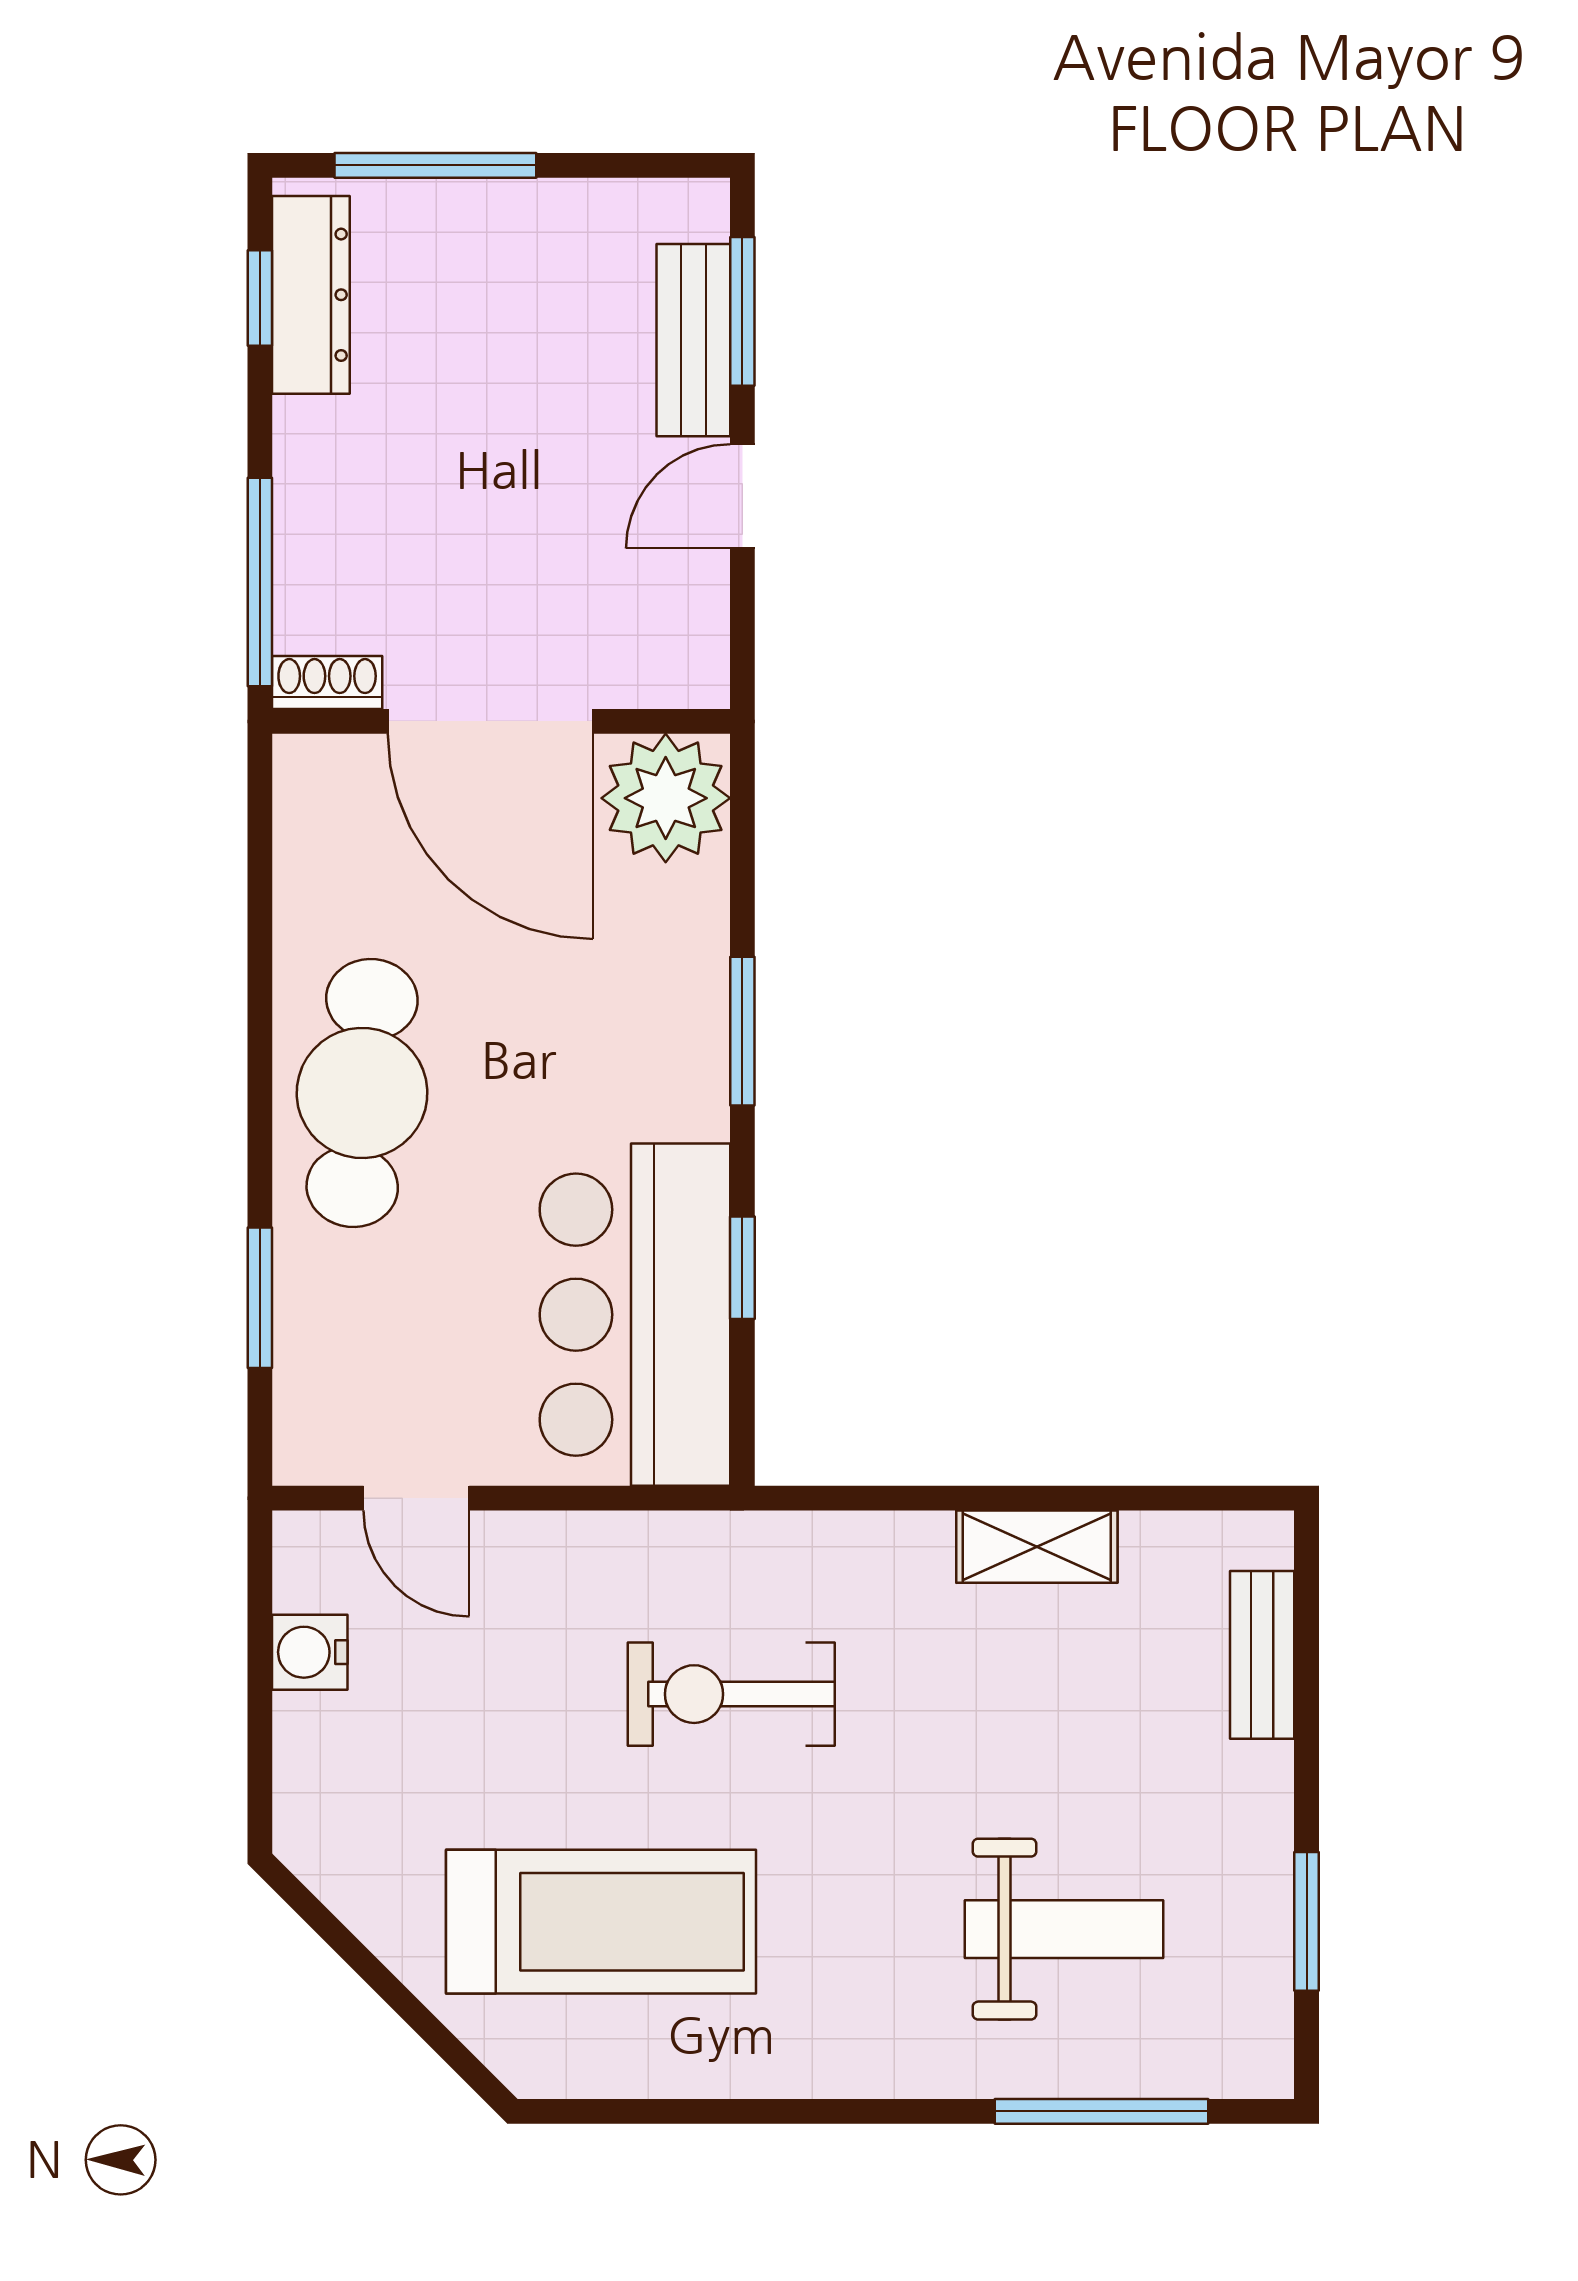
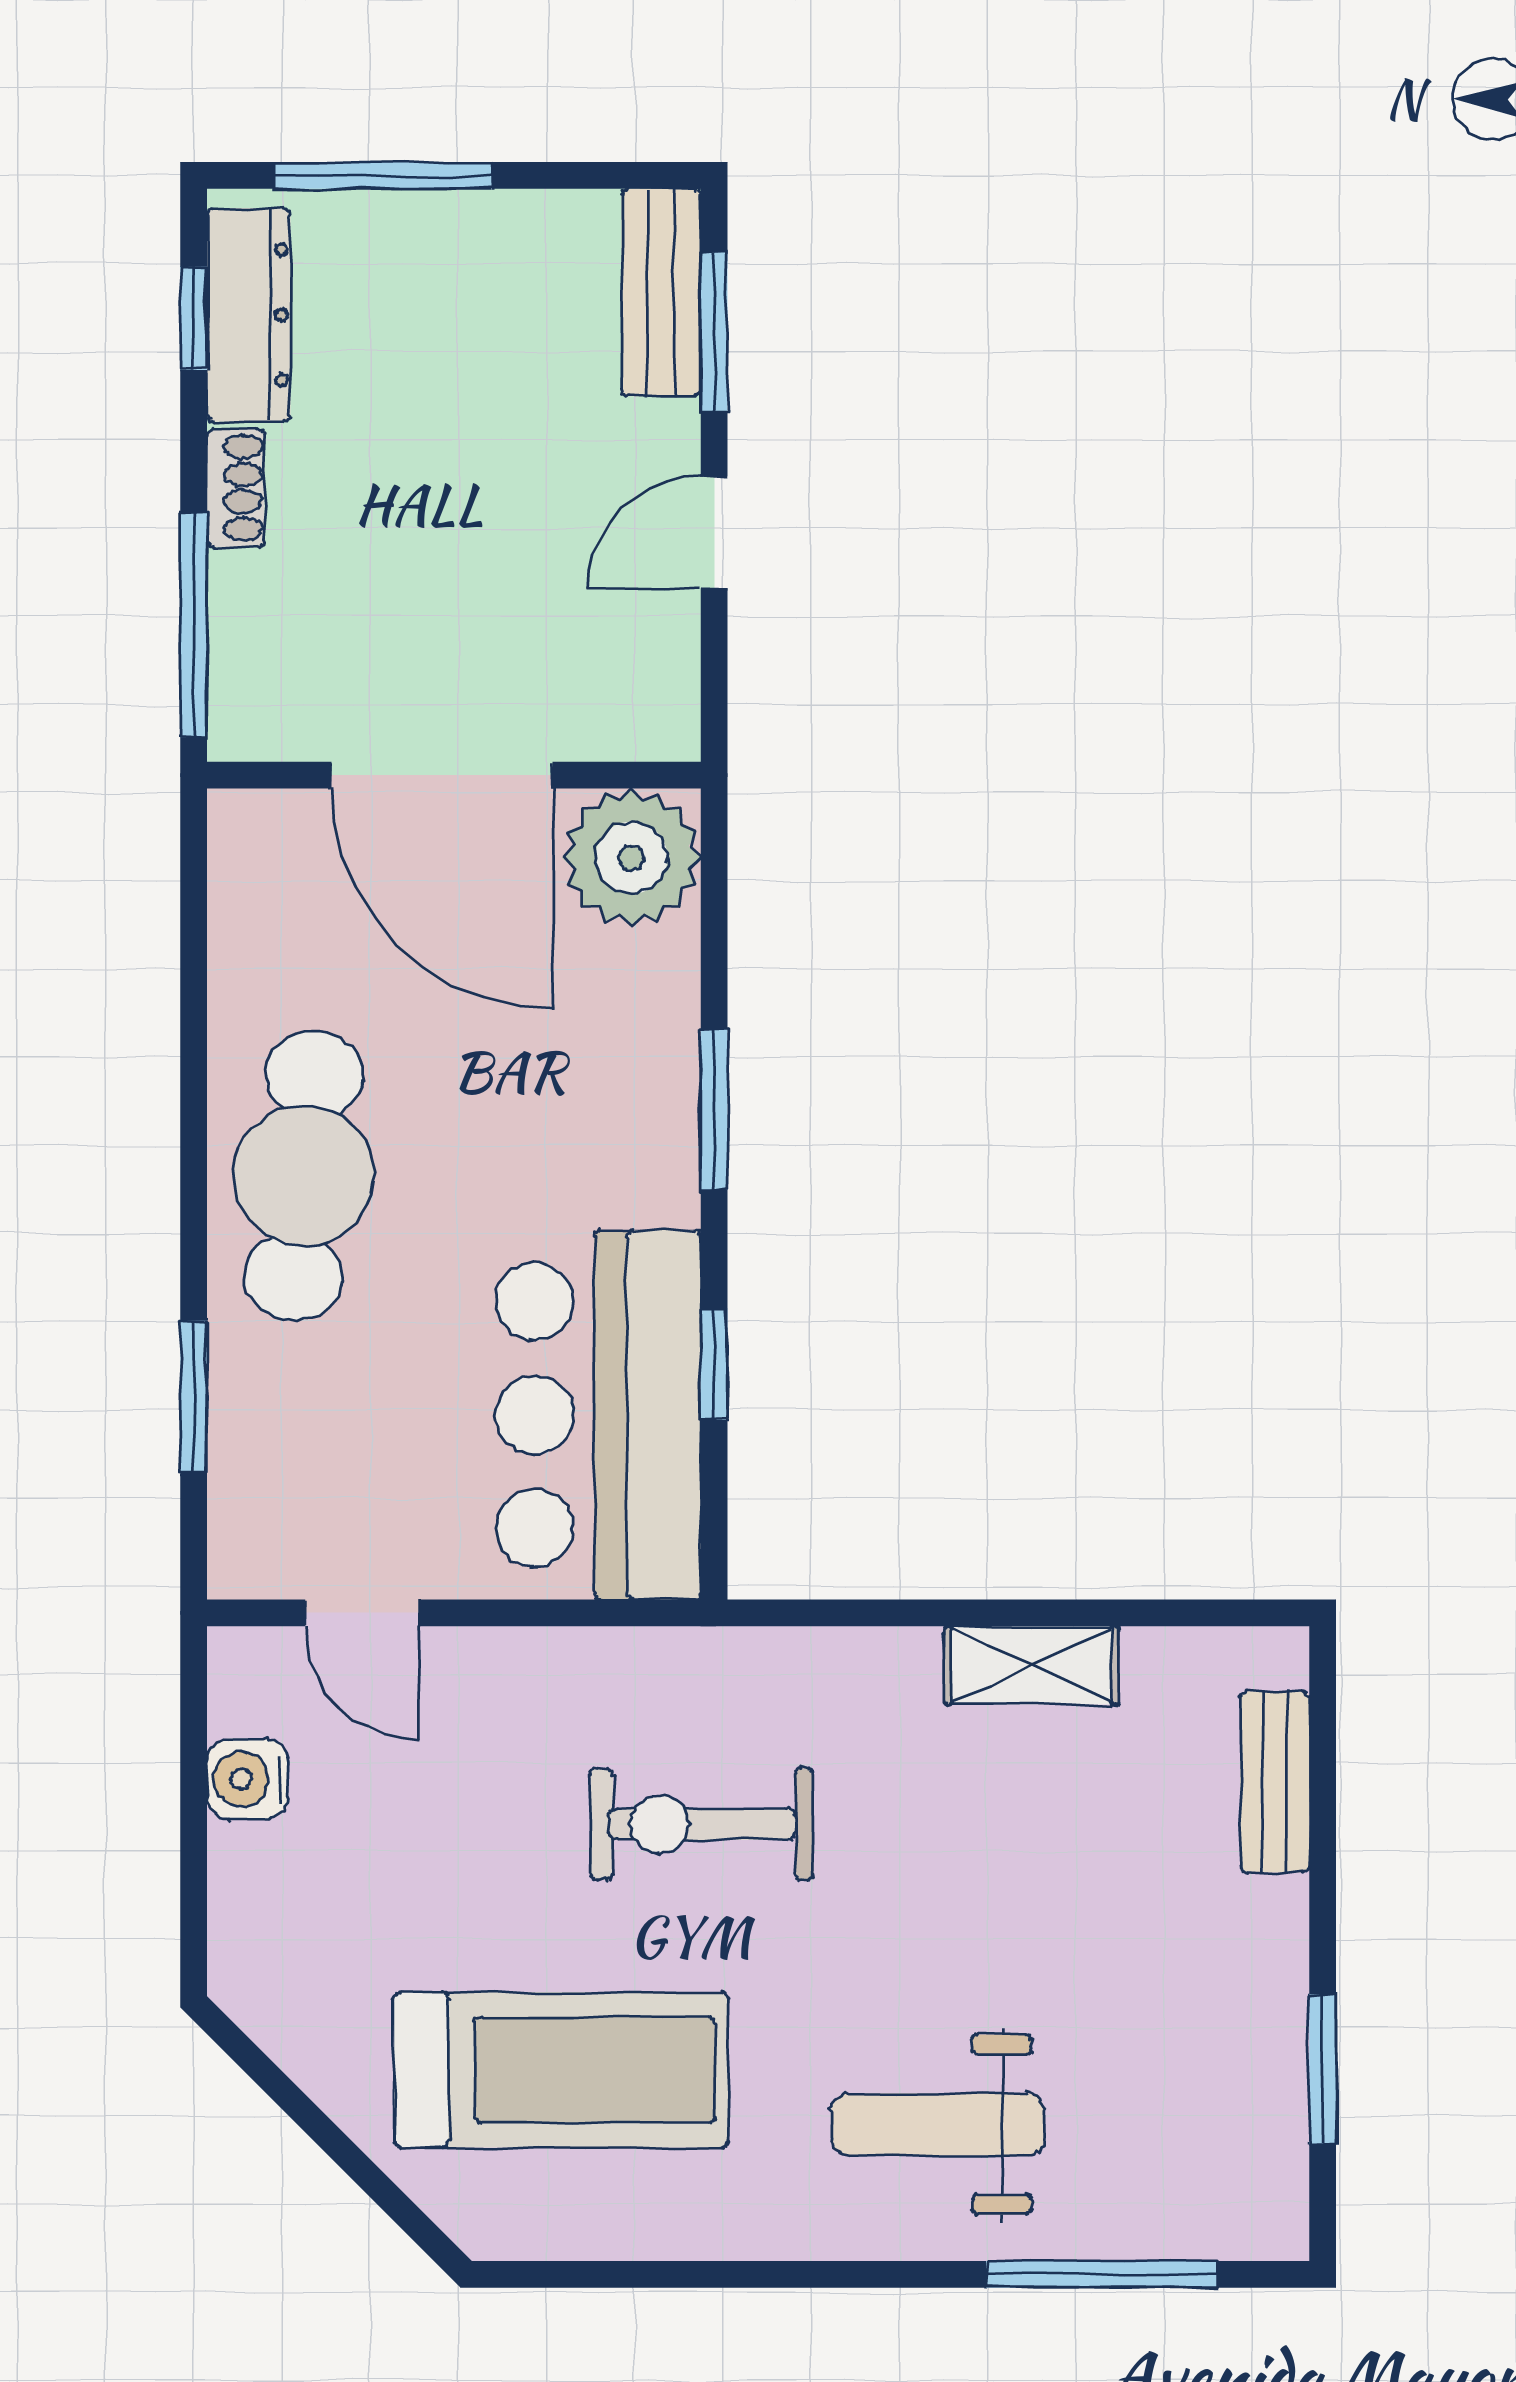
bench: (693, 340) -> (661, 292), moved
shoe rack: (327, 682) -> (236, 488), moved, turned 90
weight bench: (1064, 1929) -> (938, 2125), moved, turned 180

